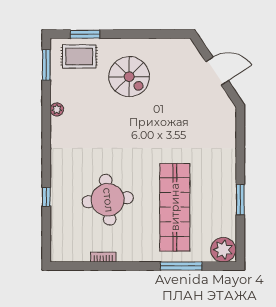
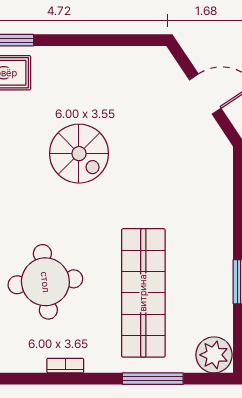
spiral stairs: (129, 77) -> (79, 154), moved
bookcase: (103, 257) -> (65, 366), moved

